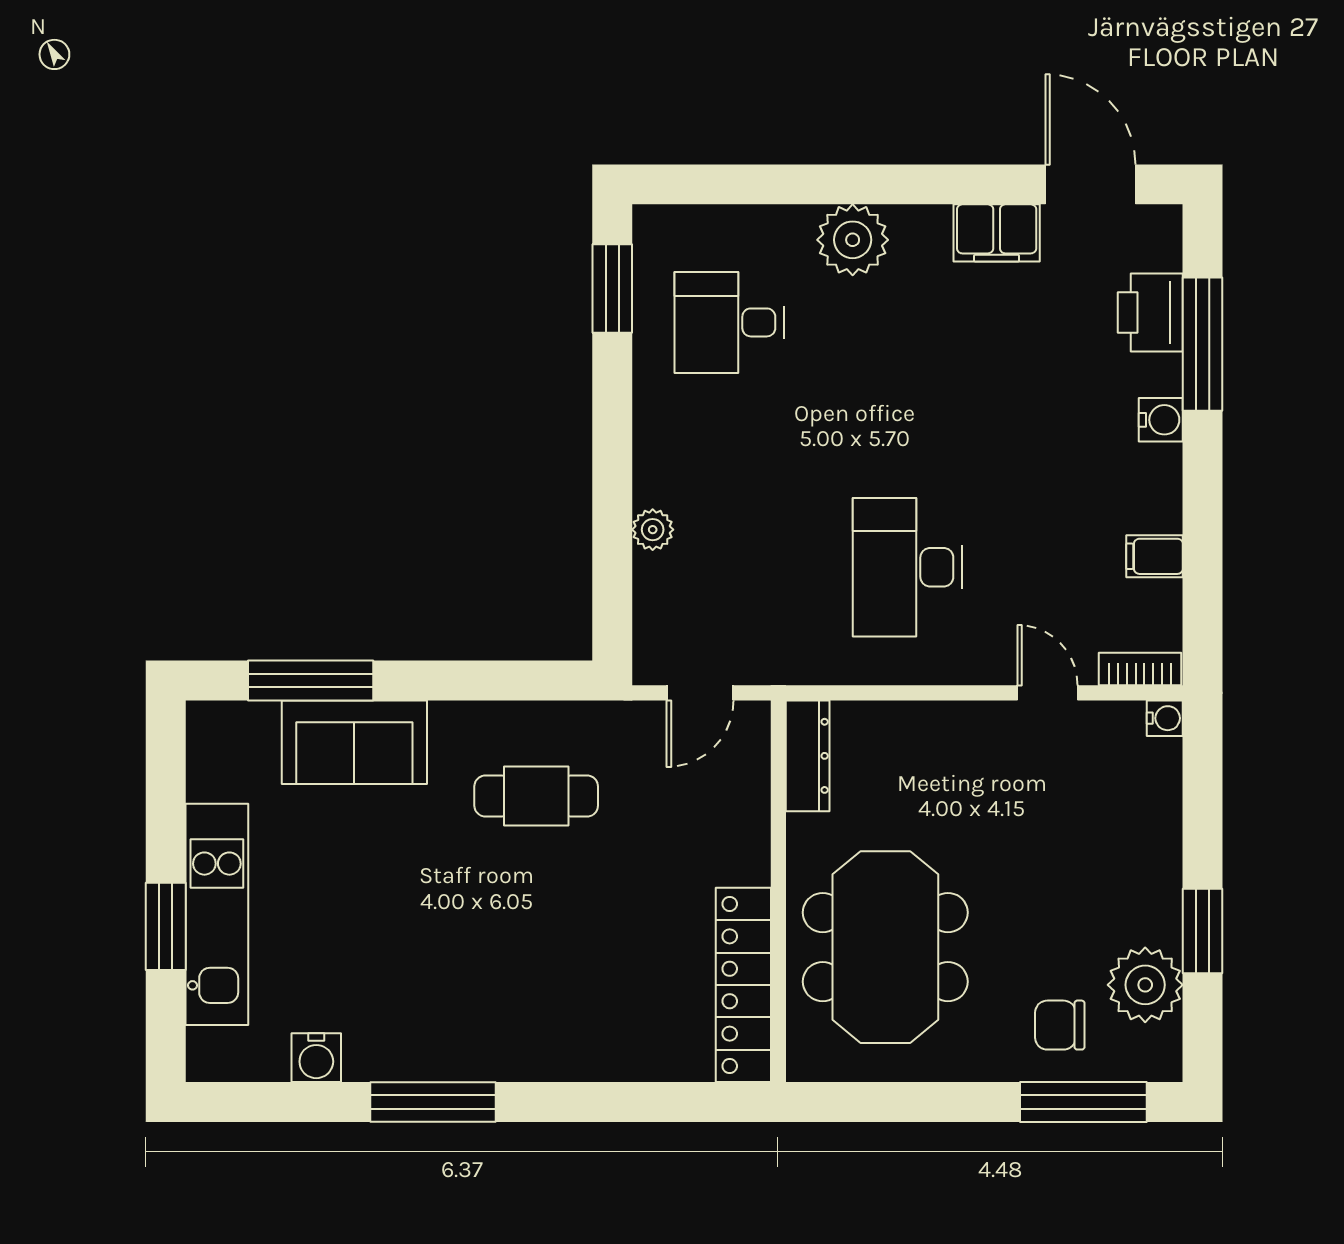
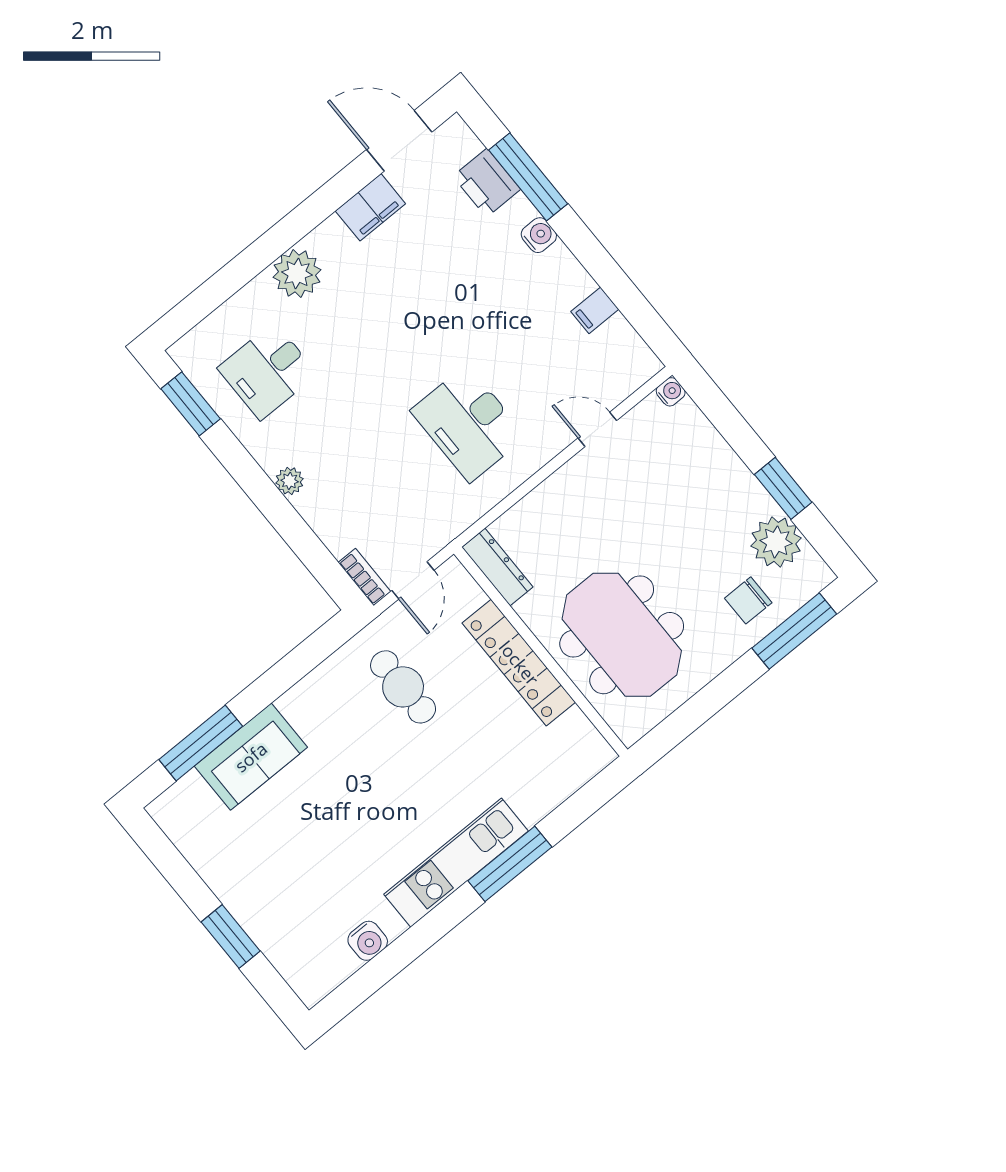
plant: (653, 530) -> (290, 481), moved
bookcase: (1140, 669) -> (364, 577), moved, turned 90
cafe table: (536, 796) -> (403, 687), moved, turned 90
kitchen unit: (217, 914) -> (456, 863), moved, turned -90
locker: (743, 985) -> (519, 663), moved
window: (433, 1102) -> (510, 864), moved

